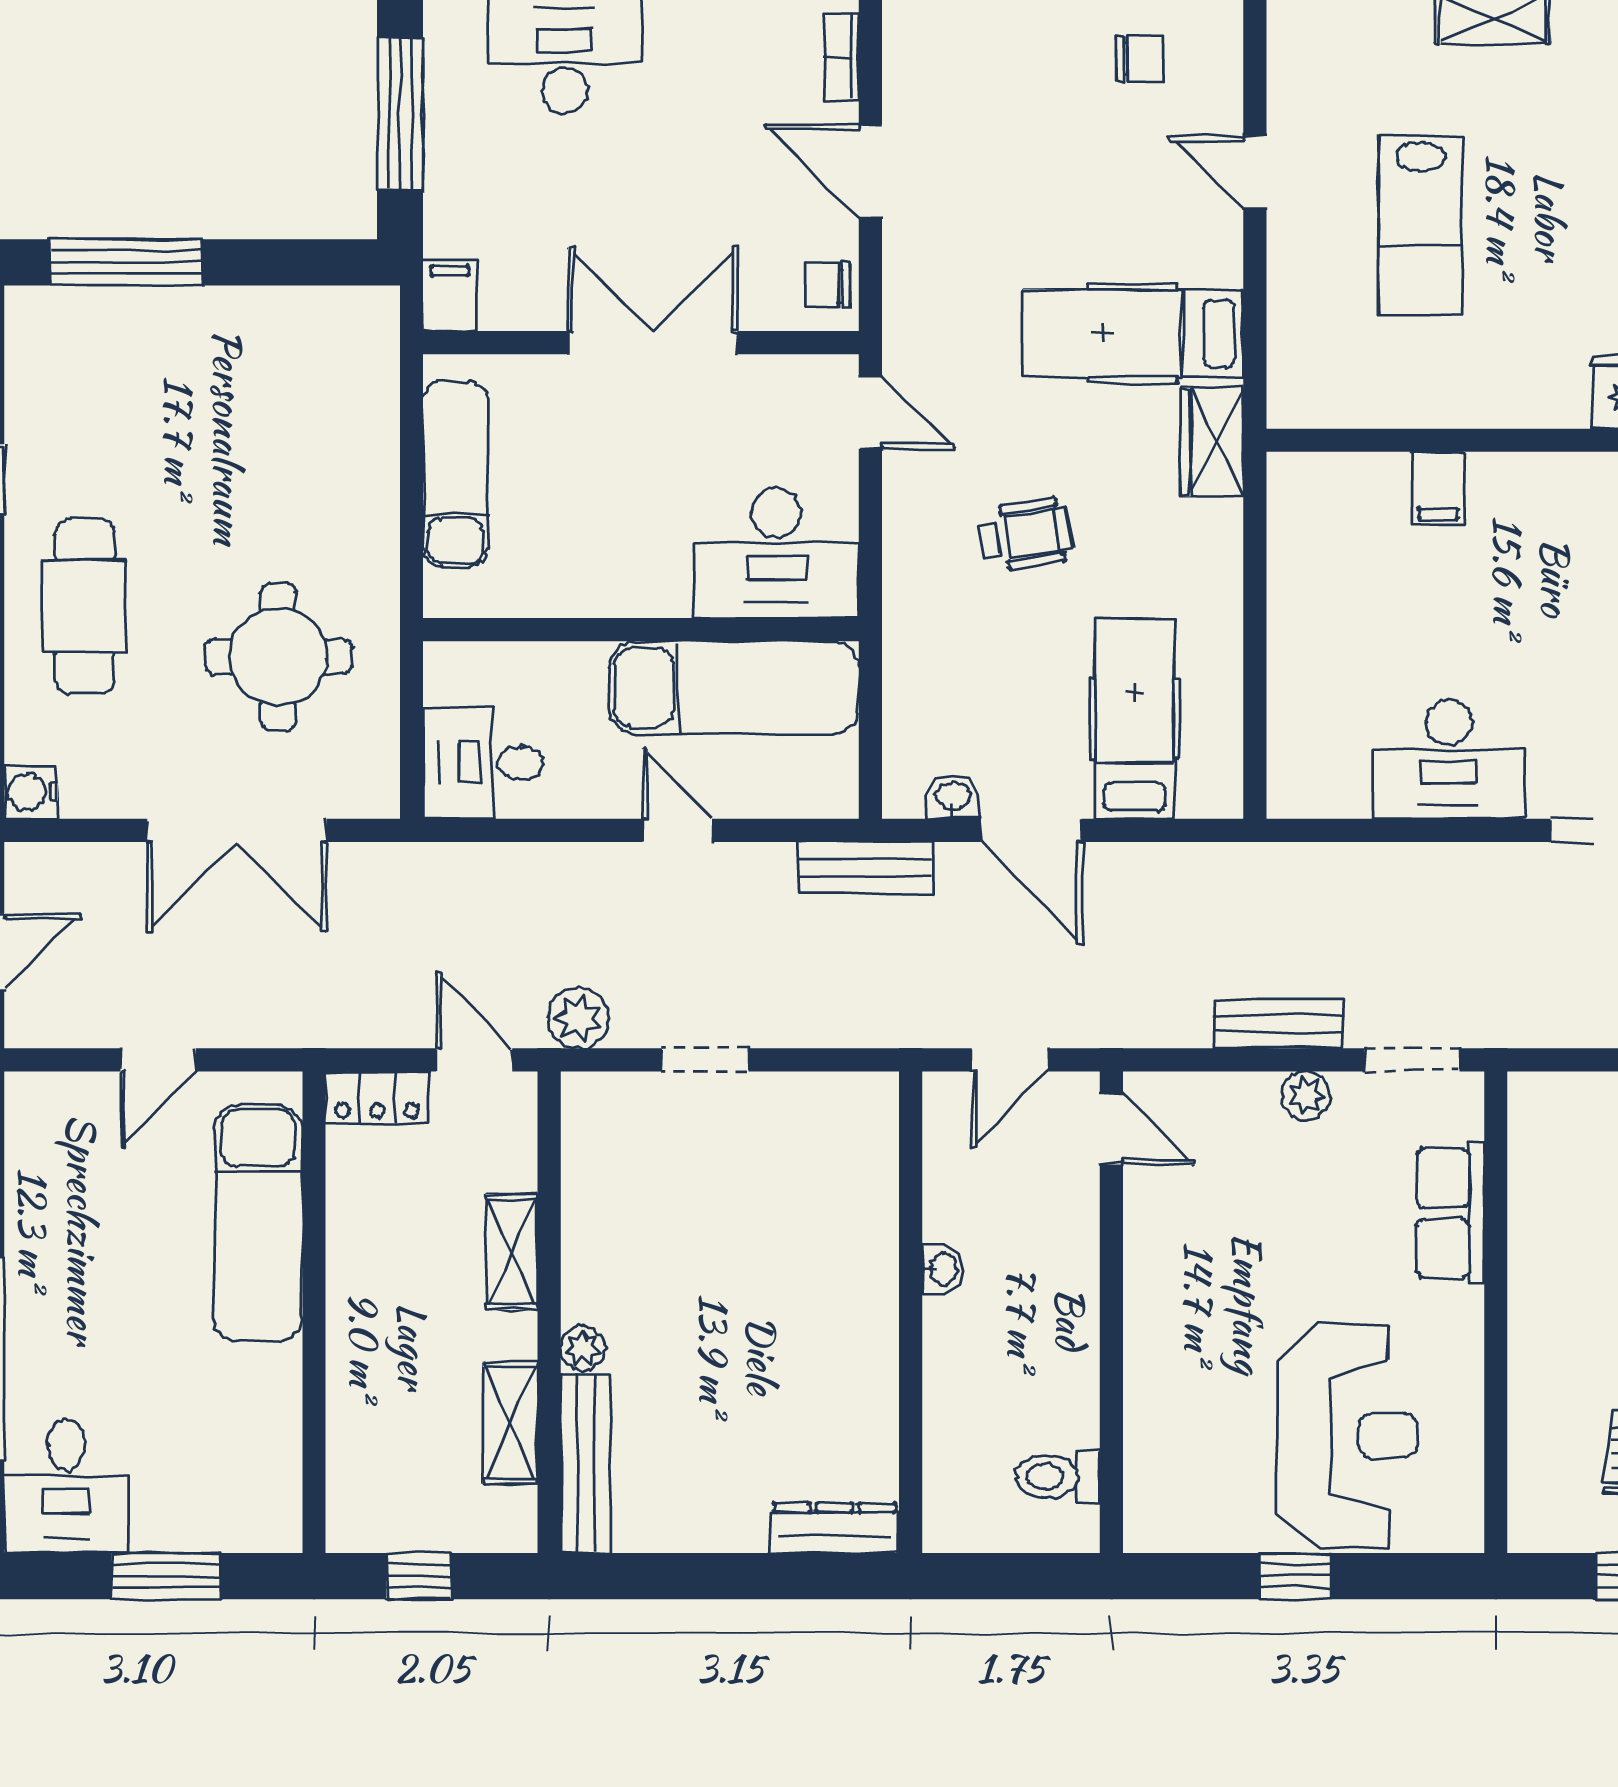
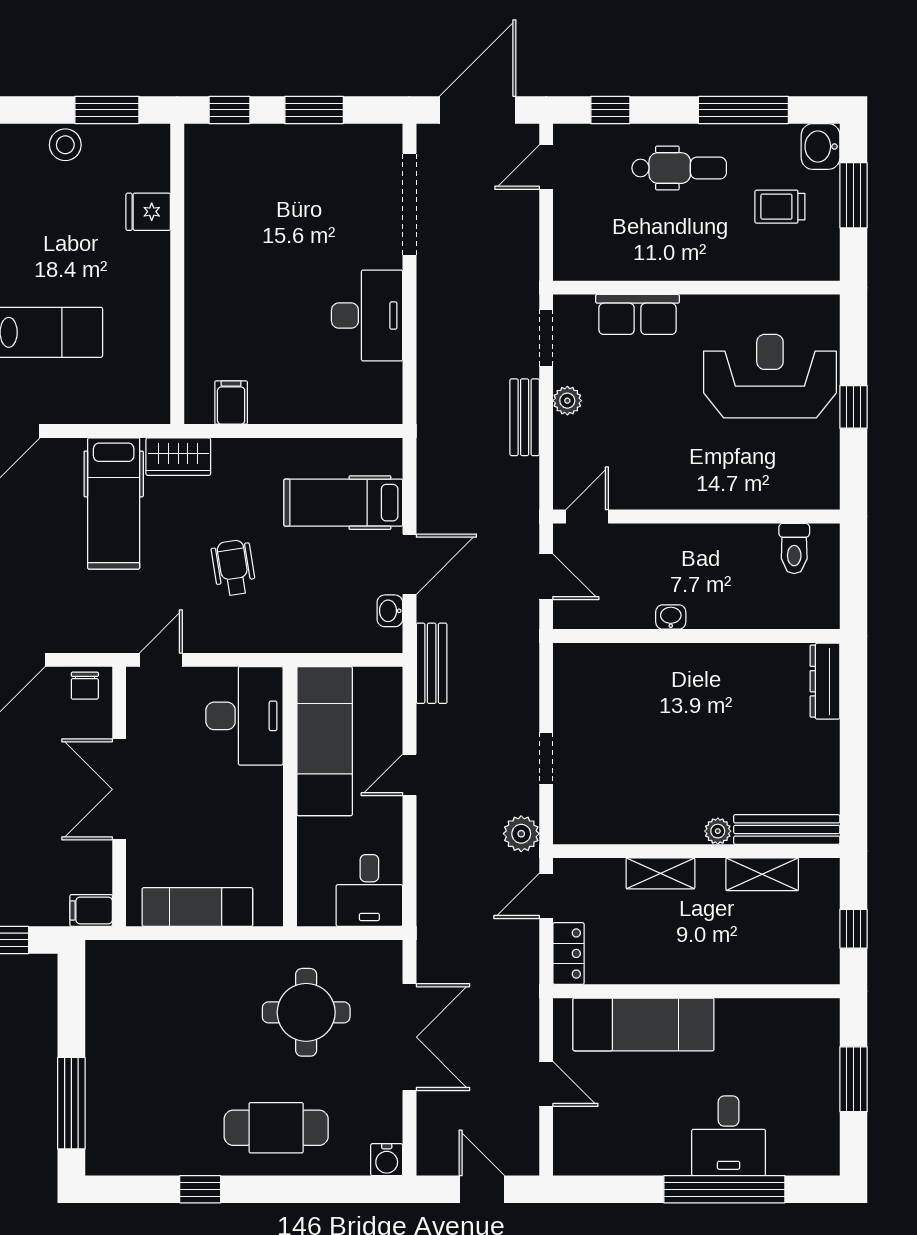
filing cabinet: (1438, 488) -> (231, 403), moved, turned -90
desk: (66, 1486) -> (729, 1136), moved, turned 90

